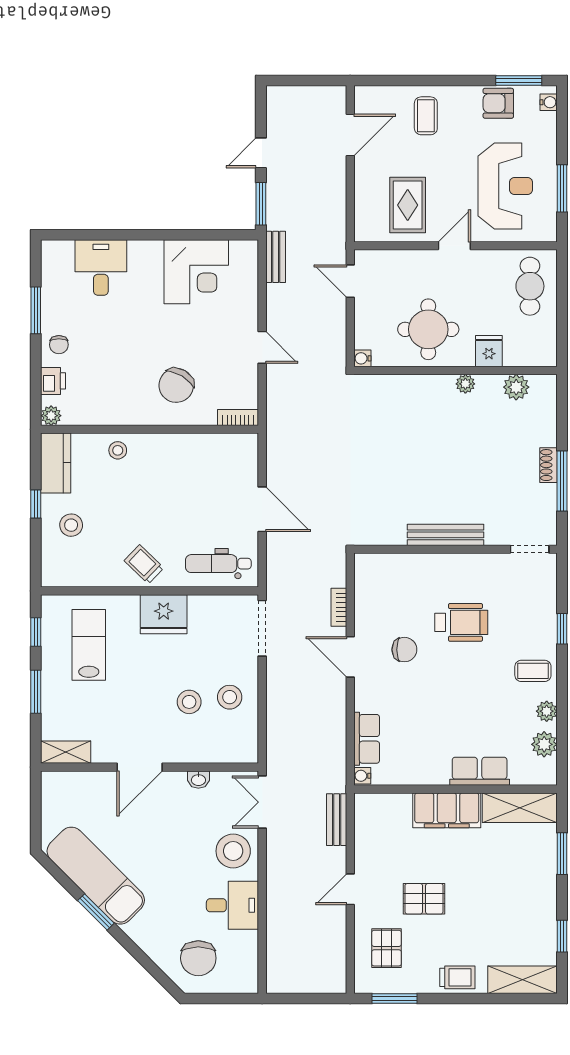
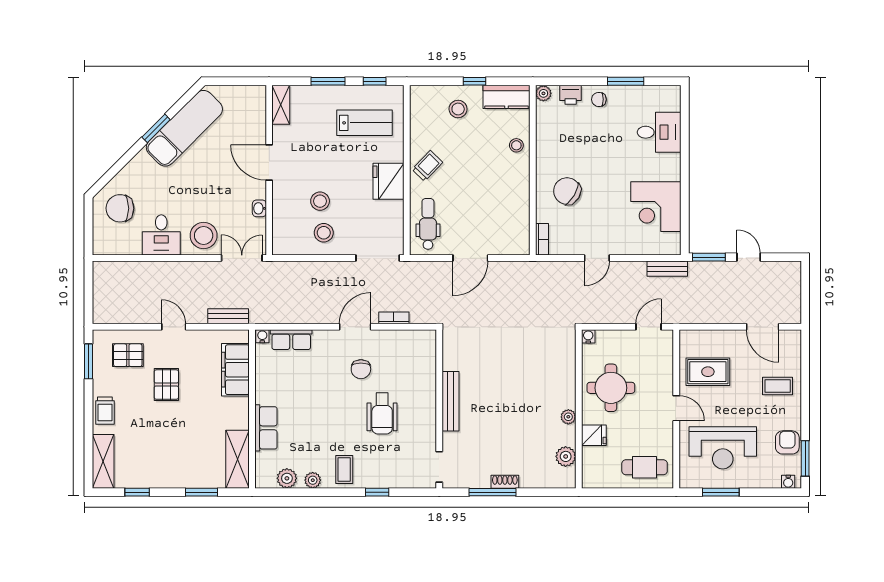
filing cabinet: (447, 810) -> (235, 370), moved

